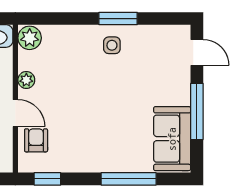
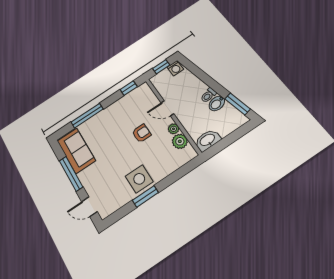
plant: (30, 38) -> (180, 141), moved
side table: (112, 45) -> (139, 179), width x1.87, depth x1.87
armchair: (36, 140) -> (141, 133), moved, turned -90

